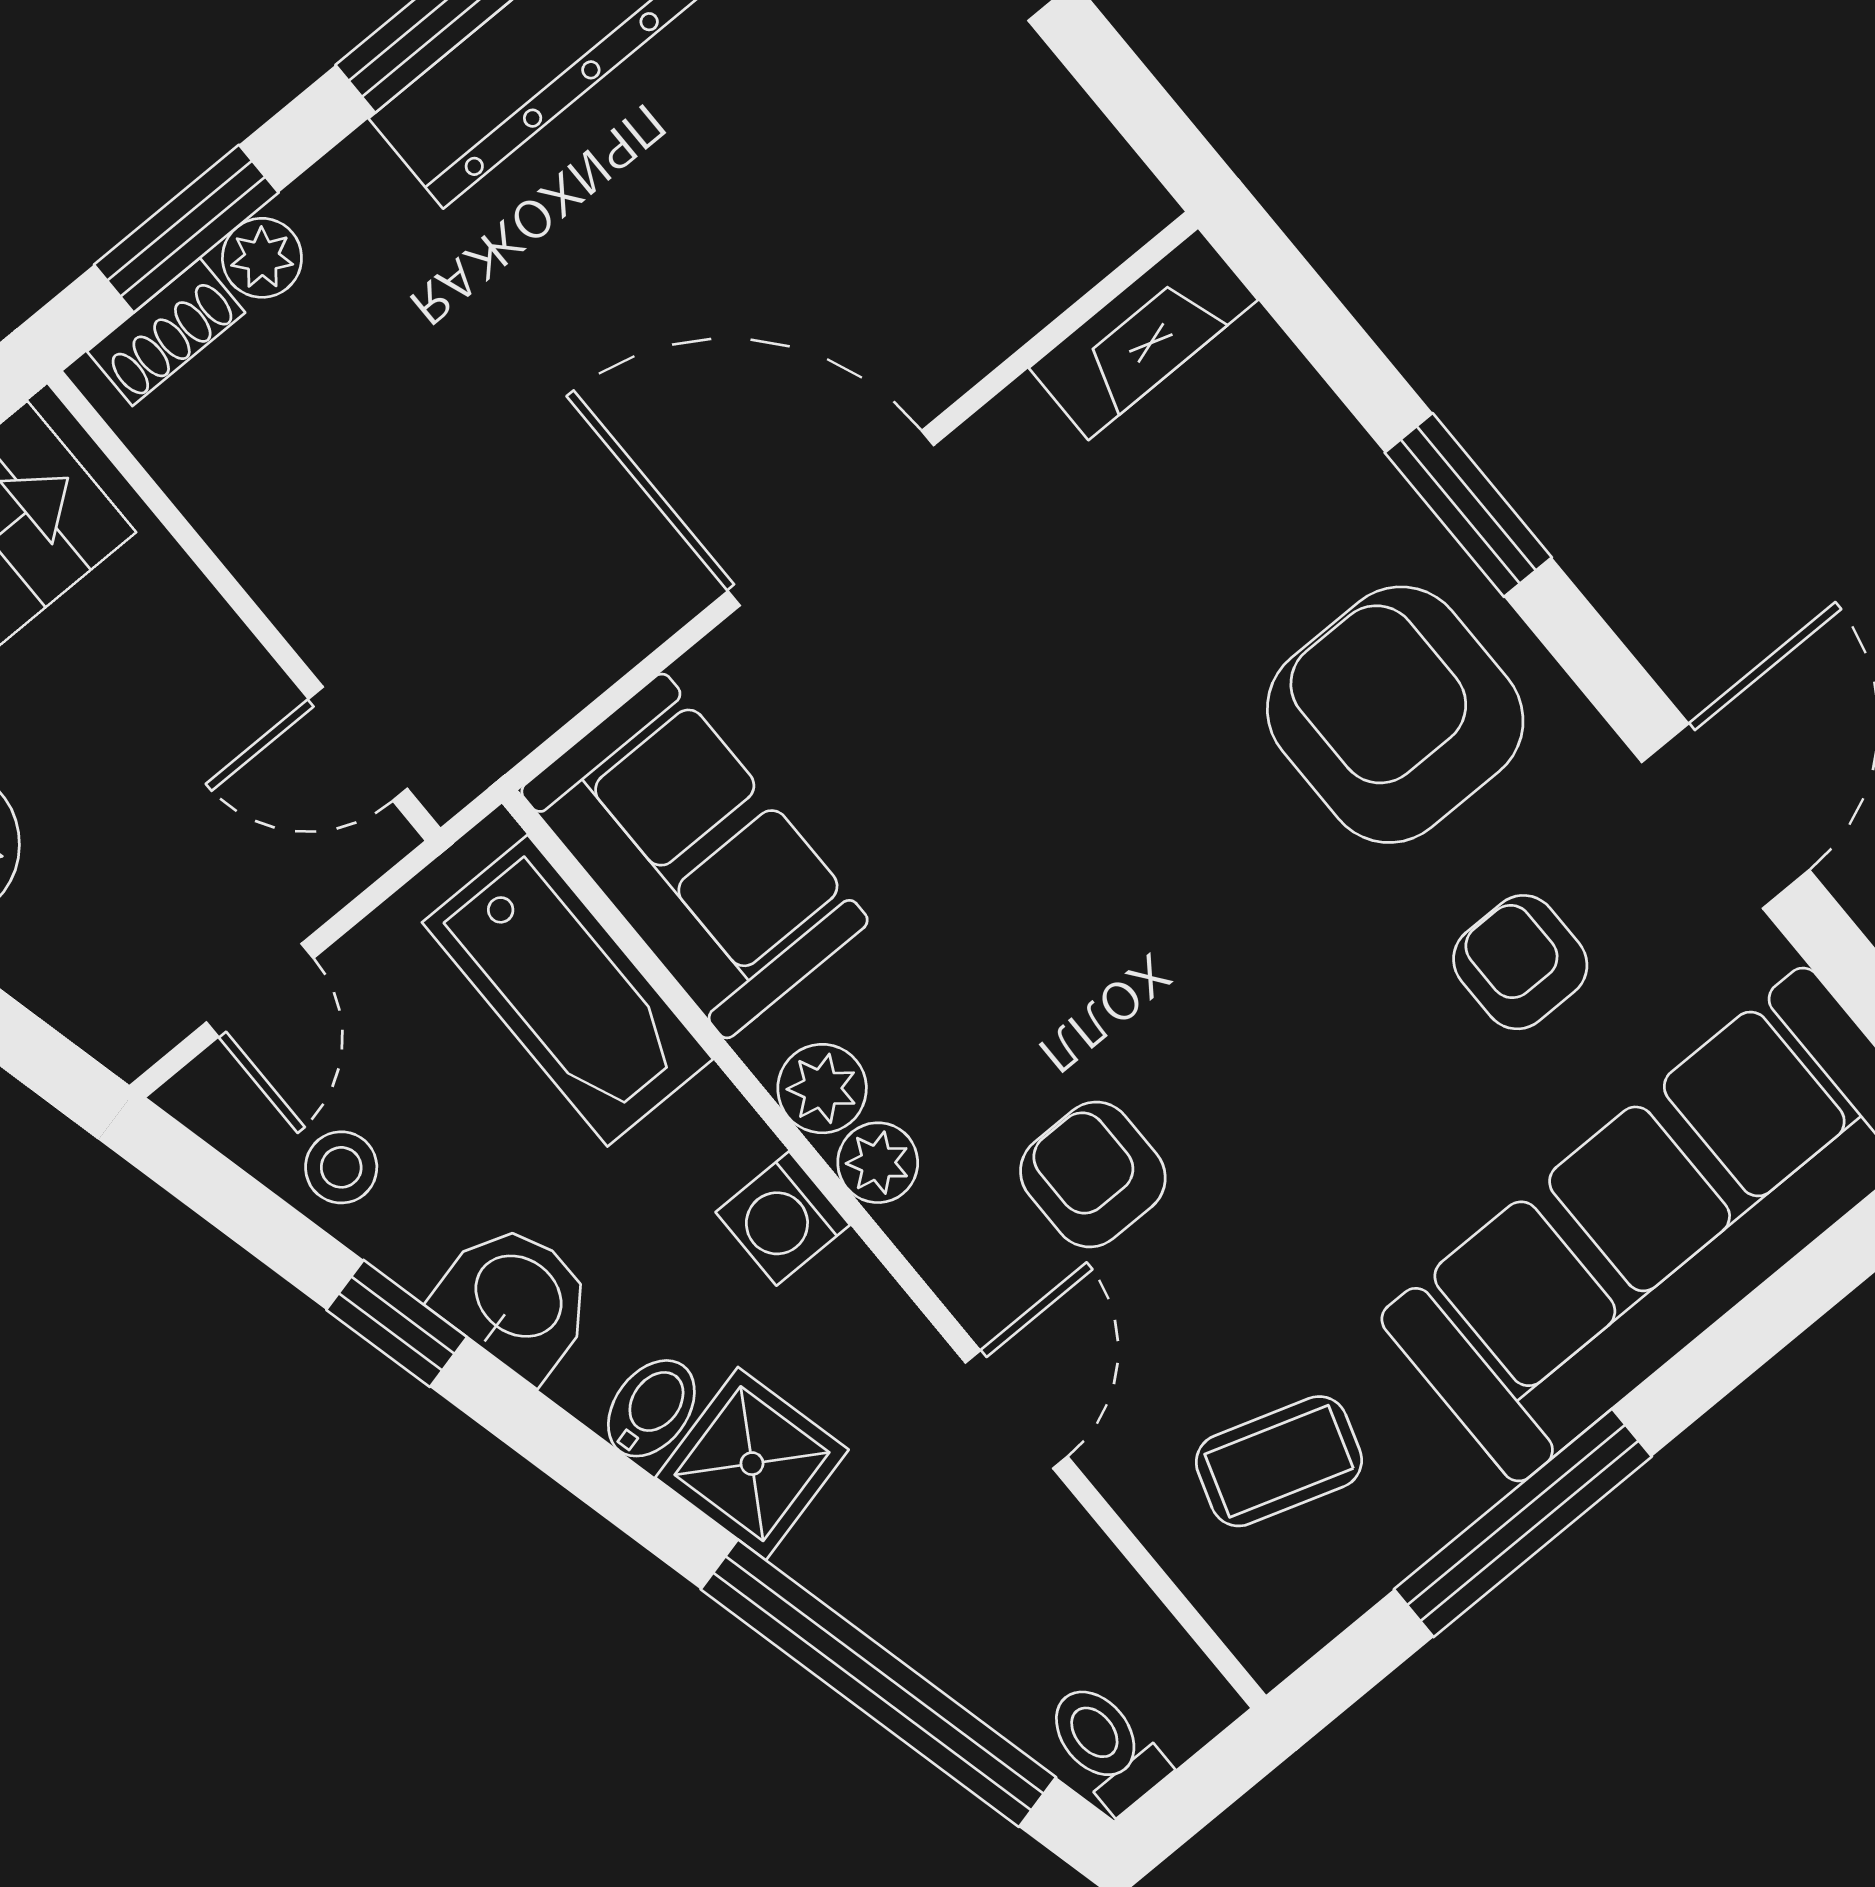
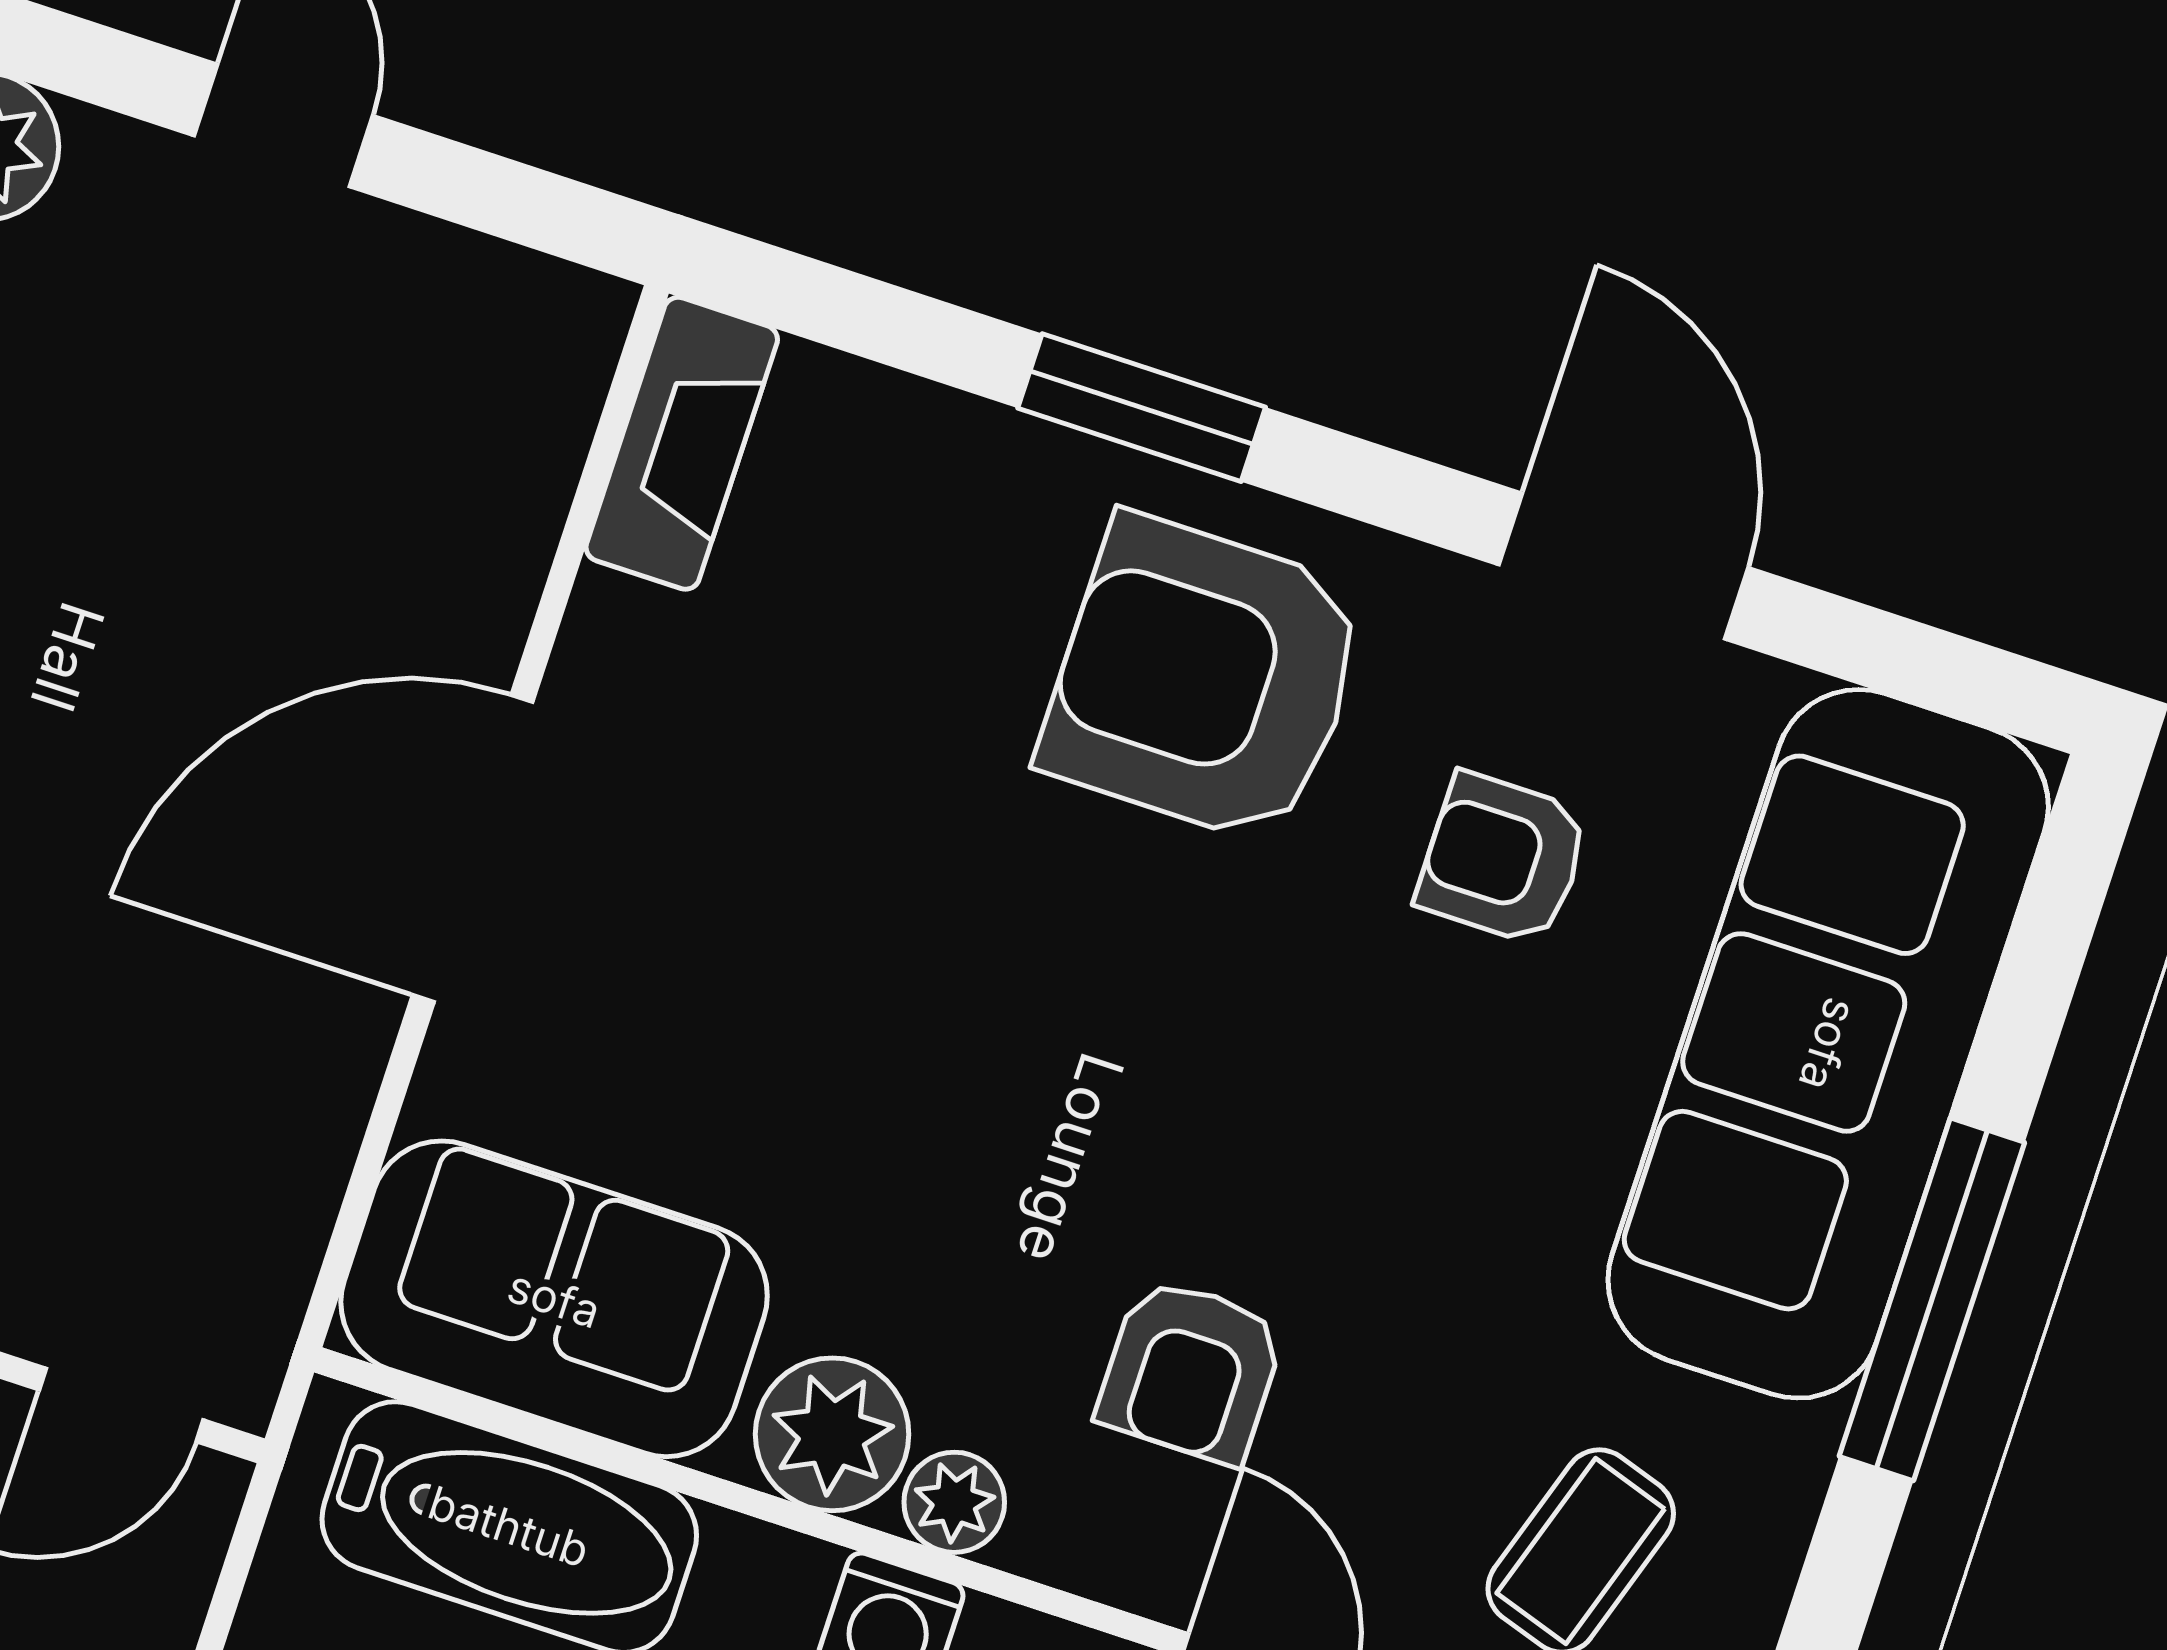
plant: (822, 1089) -> (832, 1434), width x1.38, depth x1.38
armchair: (1093, 1174) -> (1191, 1371), turned -90
window: (1523, 1523) -> (1932, 1299), moved

